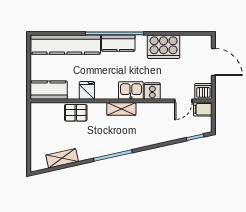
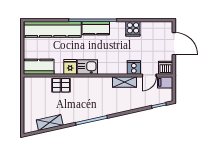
cooker: (164, 47) -> (133, 29), width x0.53, depth x0.76
kitchen sink: (131, 90) -> (87, 67), moved
cooker: (152, 91) -> (134, 67), moved
shelving: (121, 109) -> (124, 82), moved

